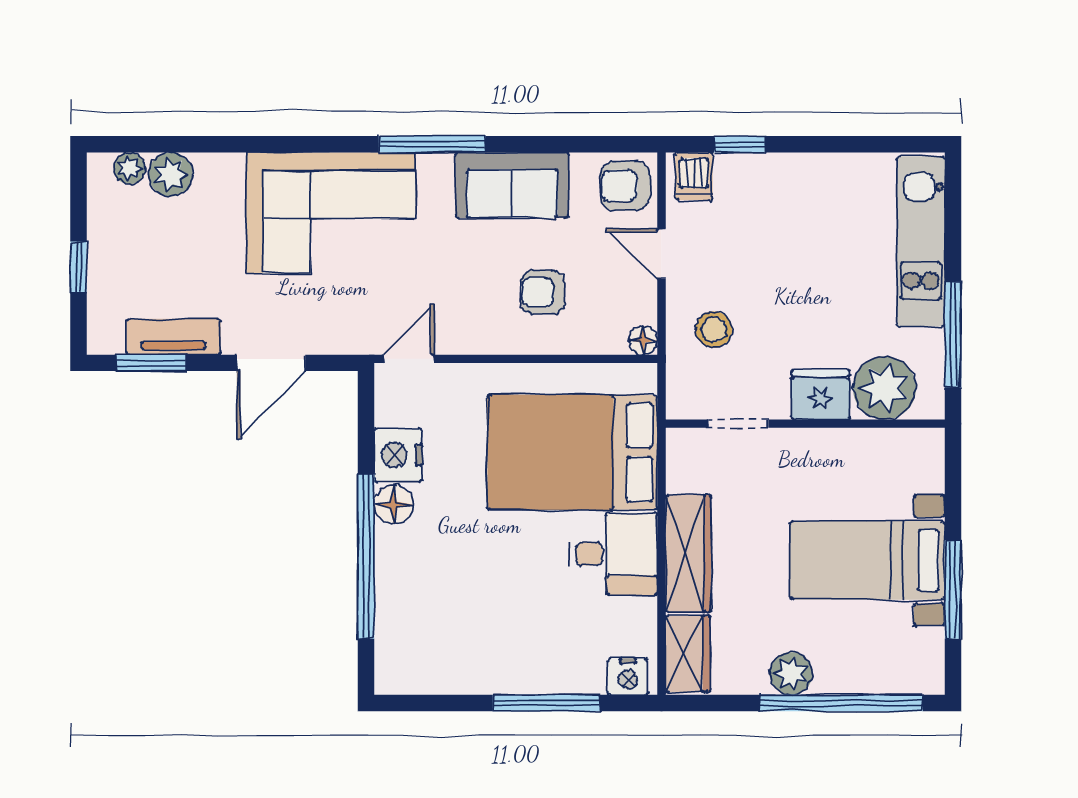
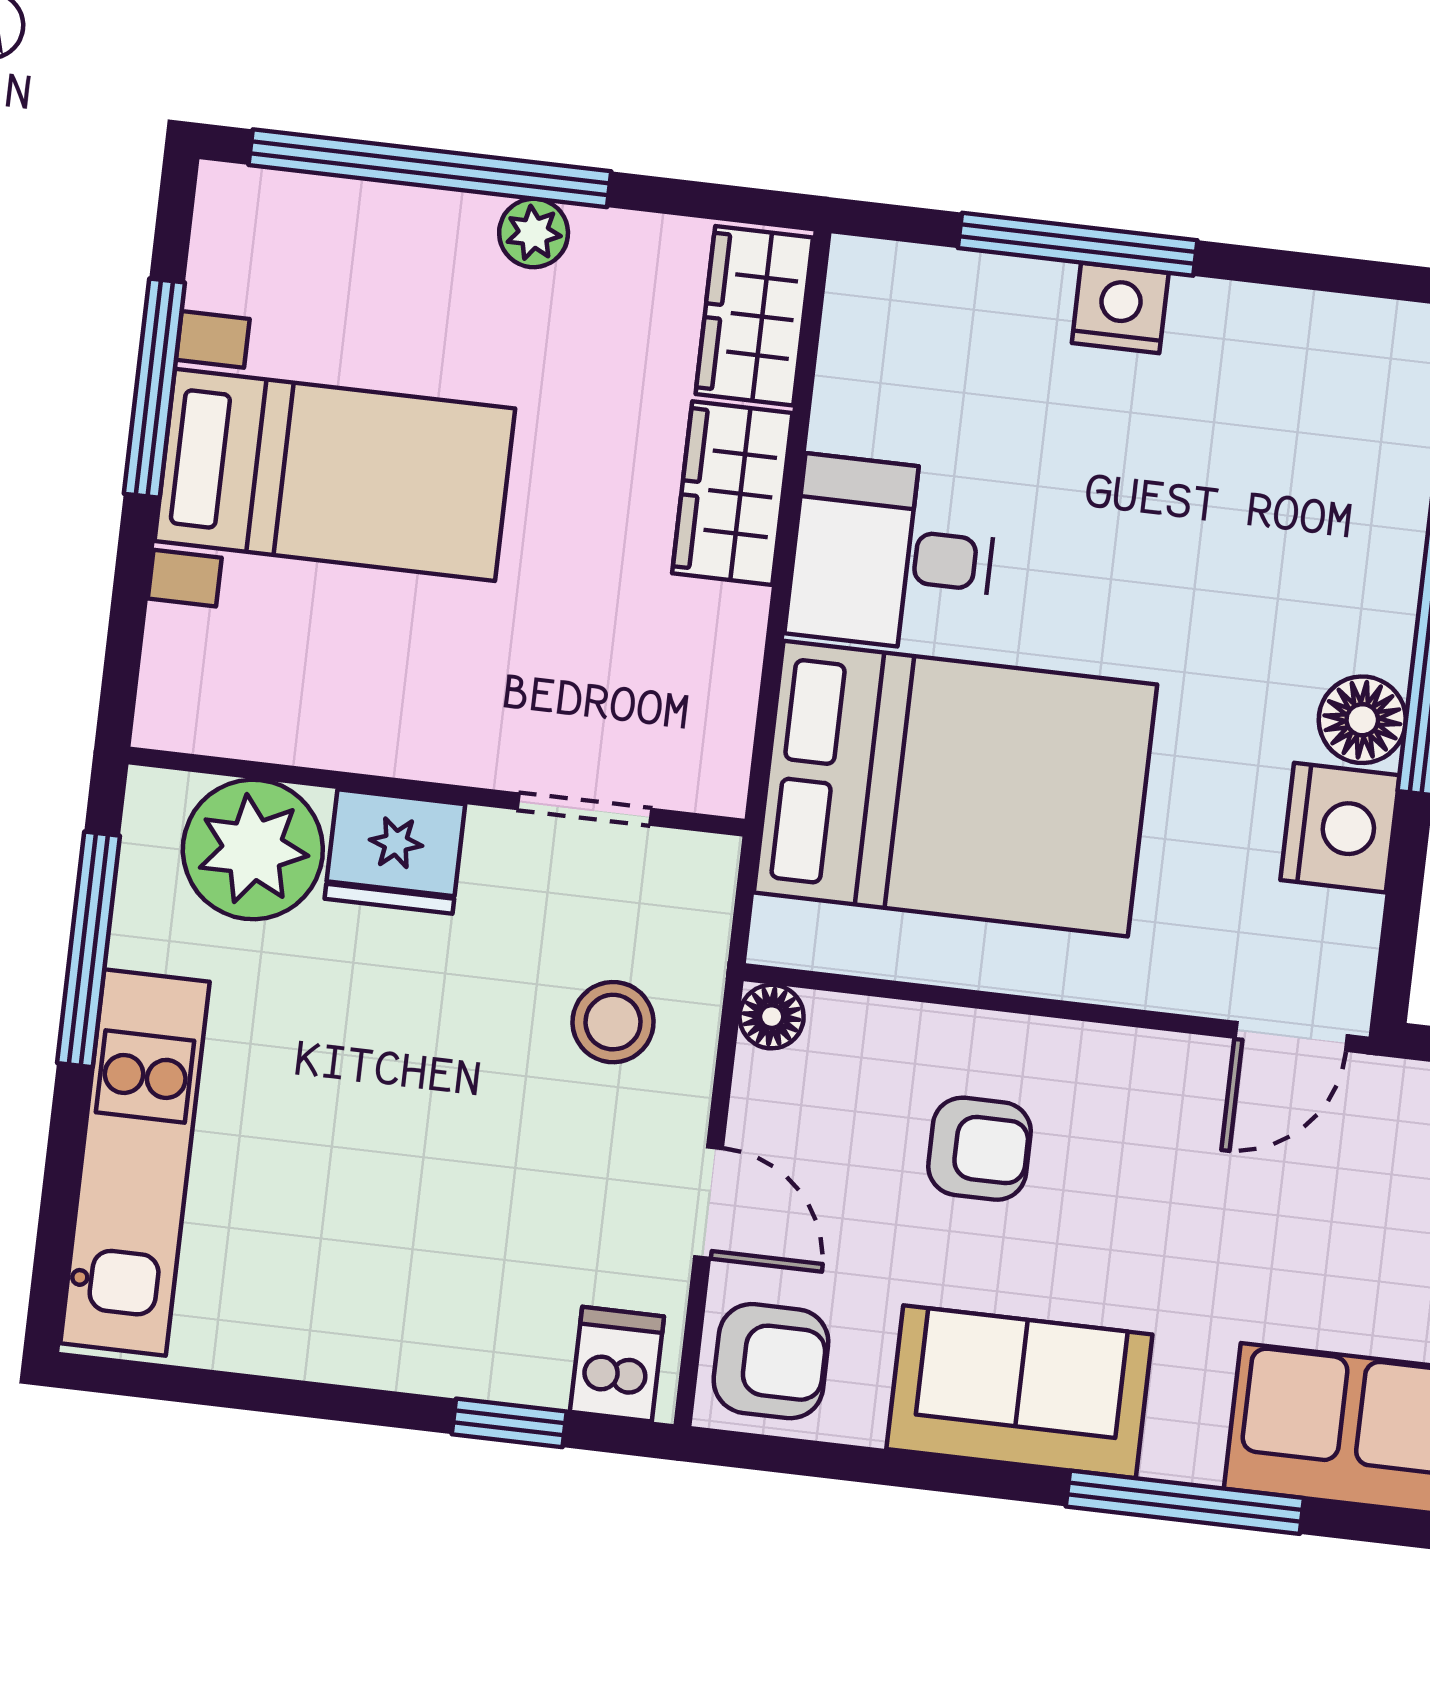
wardrobe: (688, 554) -> (732, 493), width x0.67
plant: (791, 673) -> (534, 233), width x0.73, depth x0.73
nightstand: (628, 677) -> (1120, 308), moved

